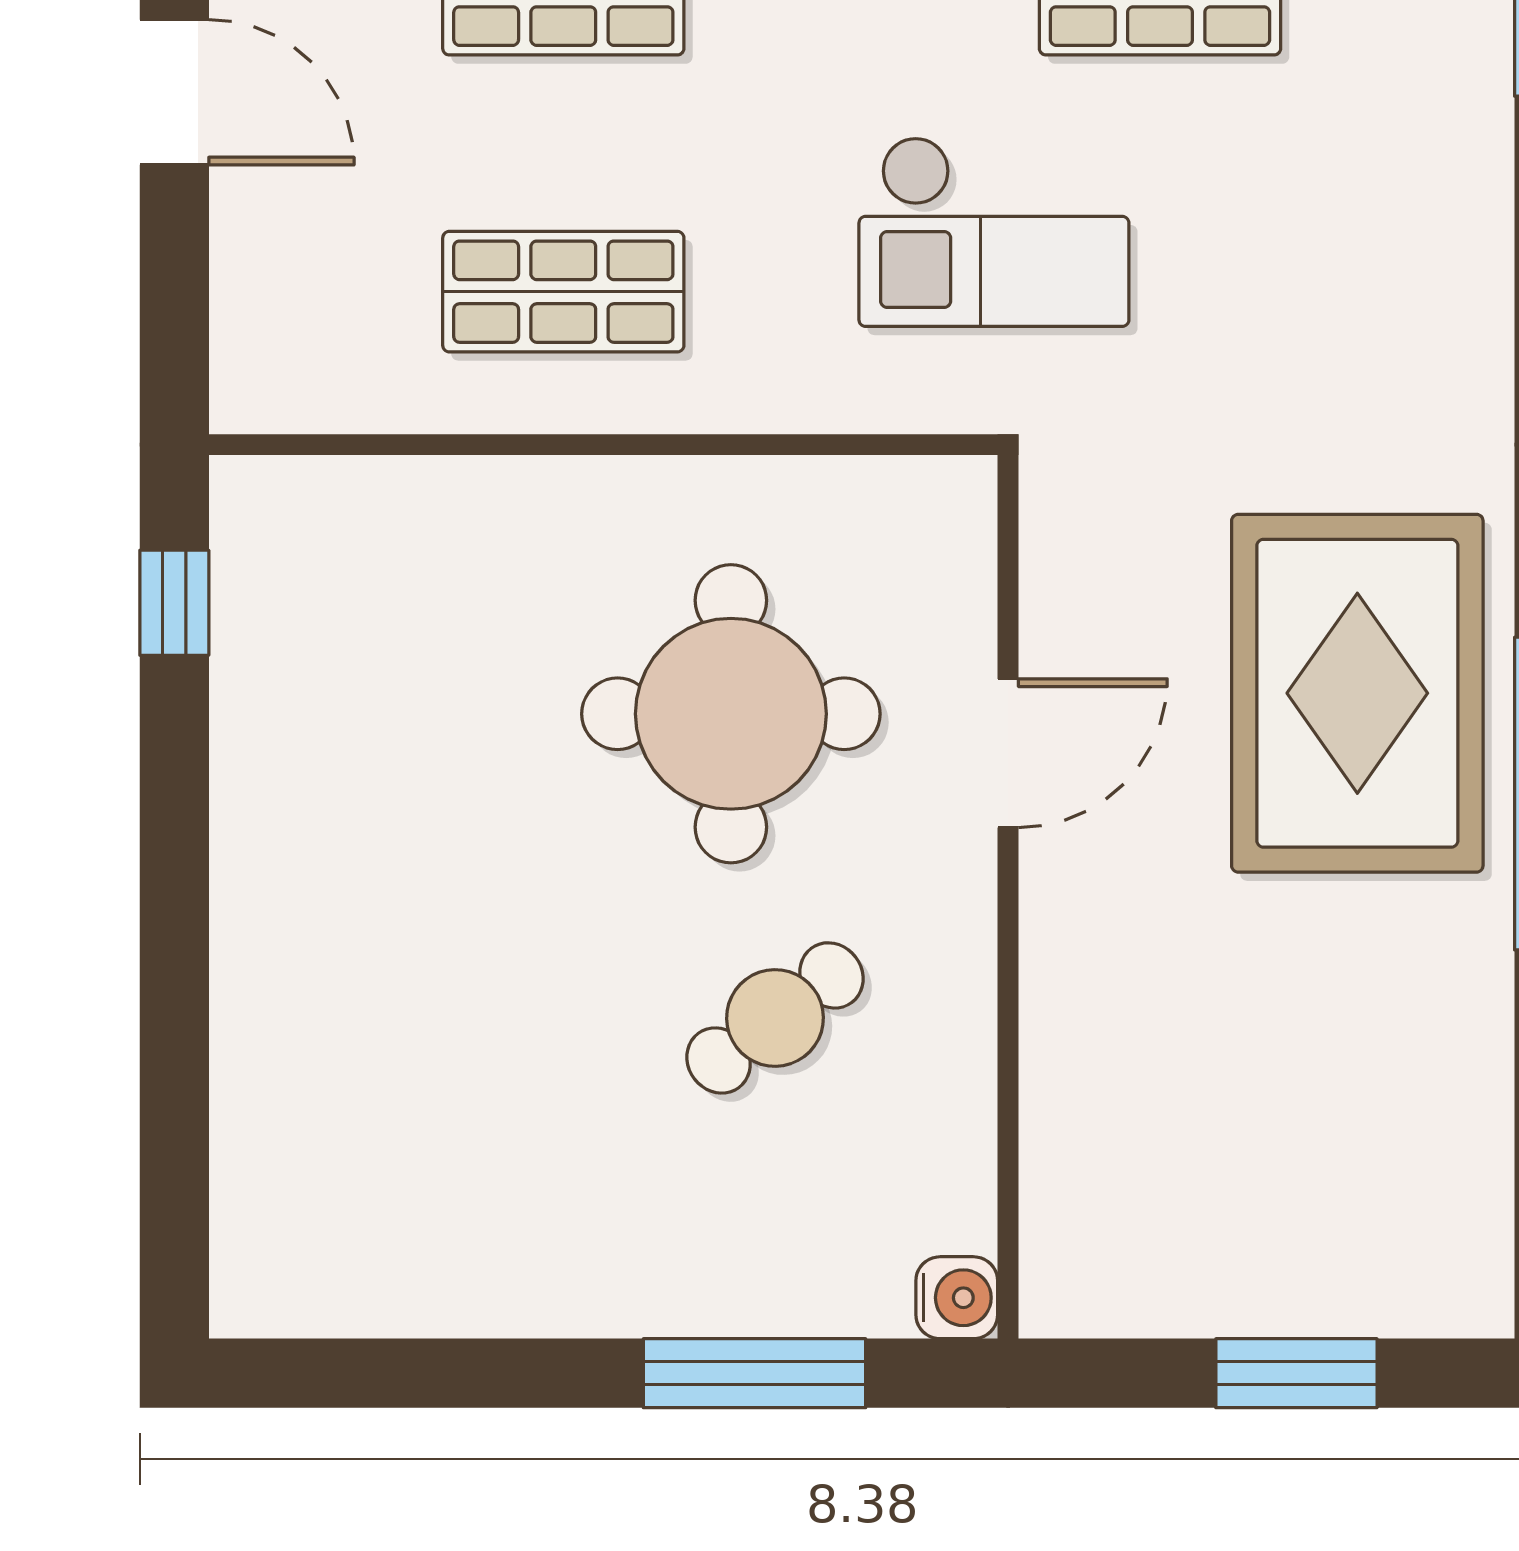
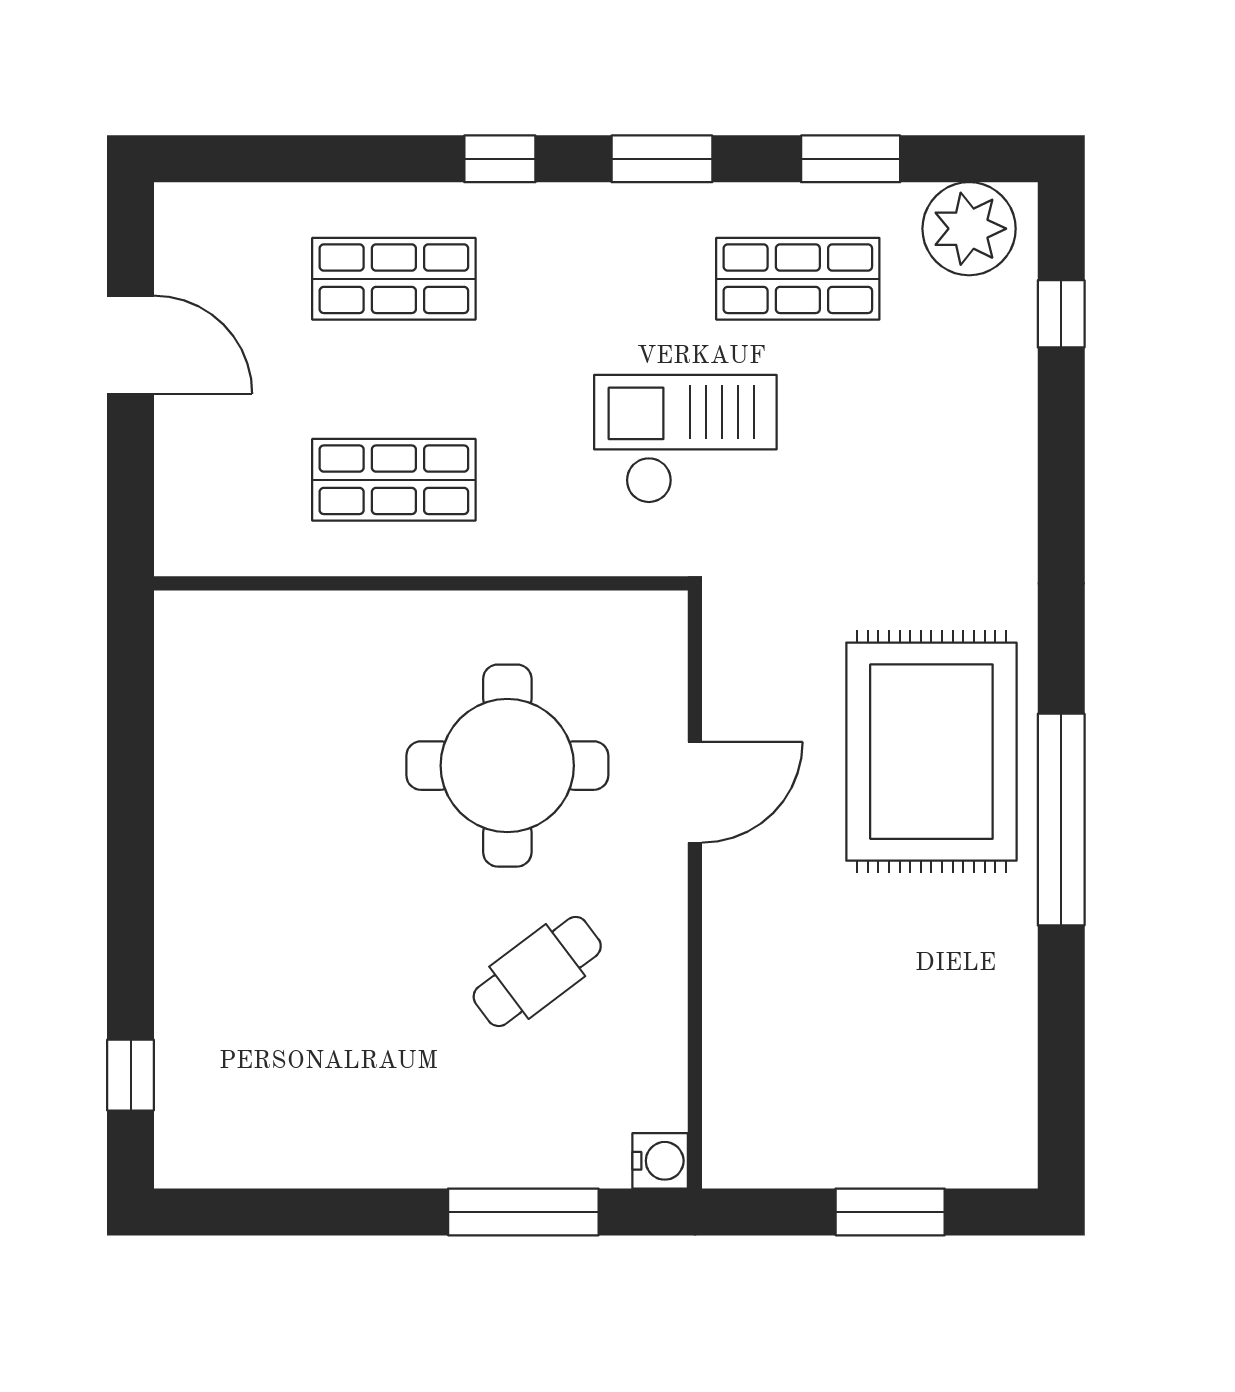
checkout: (994, 232) -> (685, 439), turned 180
window: (174, 603) -> (131, 1075), moved

